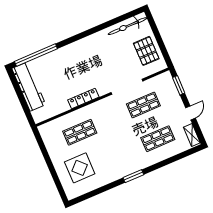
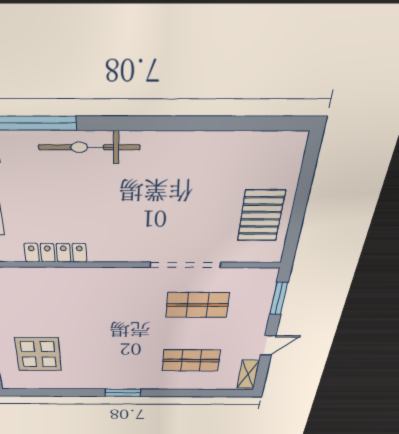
bicycle: (128, 26) -> (89, 147), moved
locker: (83, 99) -> (56, 253), moved
shop shelf: (80, 132) -> (60, 305), removed

